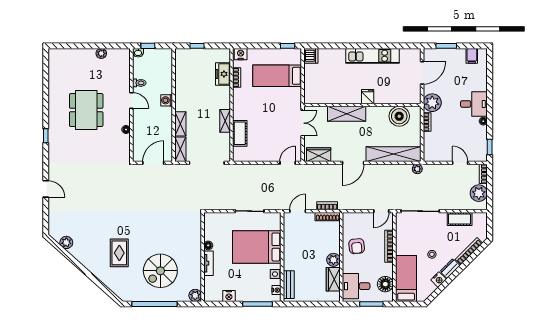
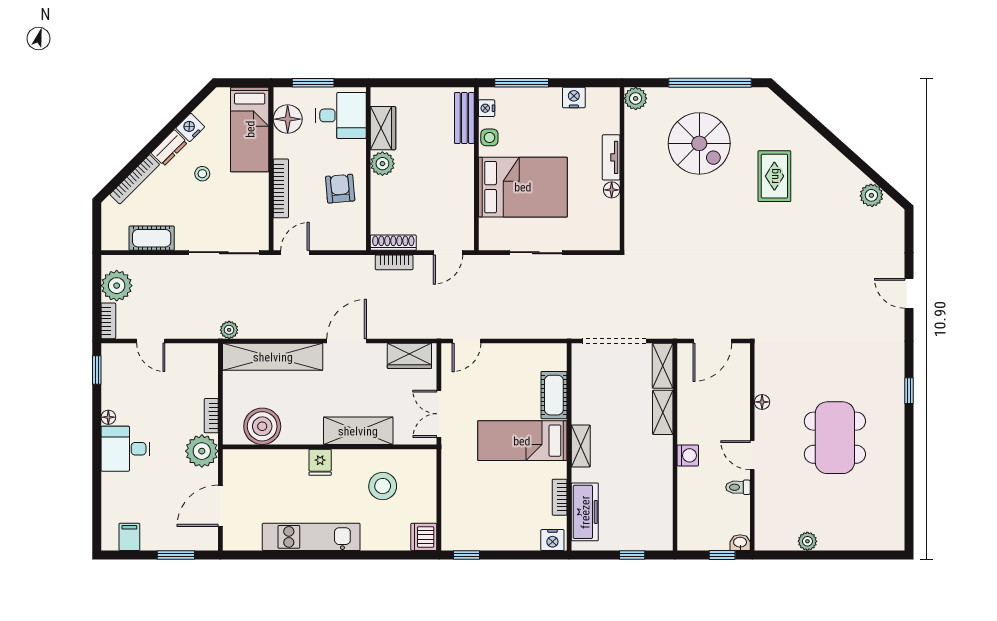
freezer: (223, 74) -> (585, 512), width x1.40
bed: (277, 76) -> (522, 441), moved, turned 180
stool: (333, 84) -> (383, 486), added
shelving: (225, 121) -> (581, 446), moved
spiral stairs: (160, 271) -> (699, 143), turned 90

